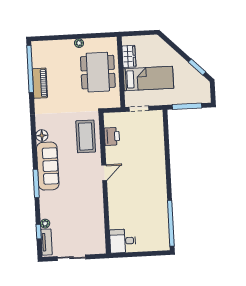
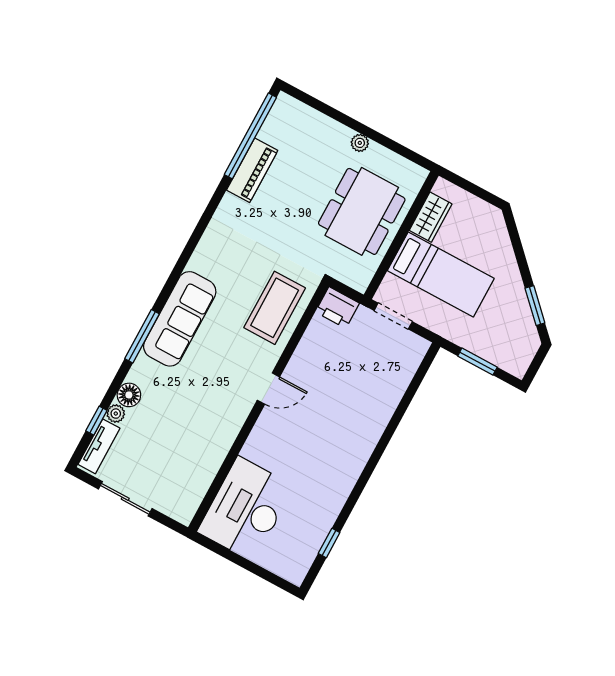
window: (187, 106) -> (477, 362), width x0.69
floor lamp: (42, 136) -> (129, 395), moved
printer: (112, 136) -> (337, 308), moved, turned 90
window: (171, 223) -> (329, 543), width x0.32
desk: (123, 241) -> (246, 509), width x1.87, depth x1.30

